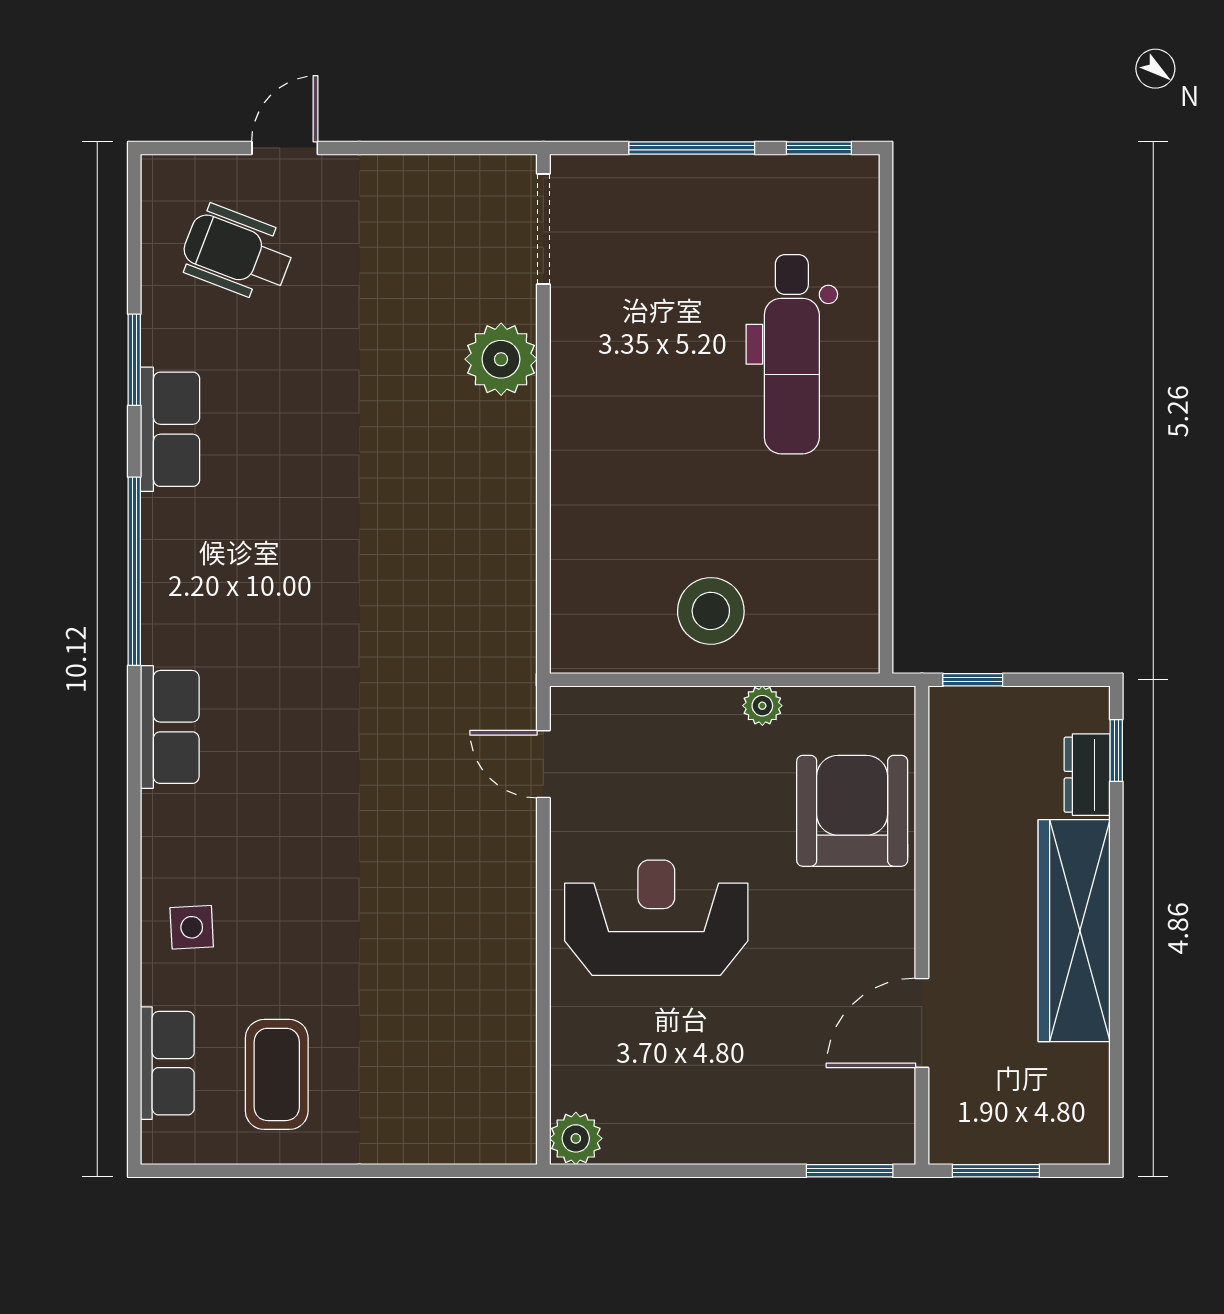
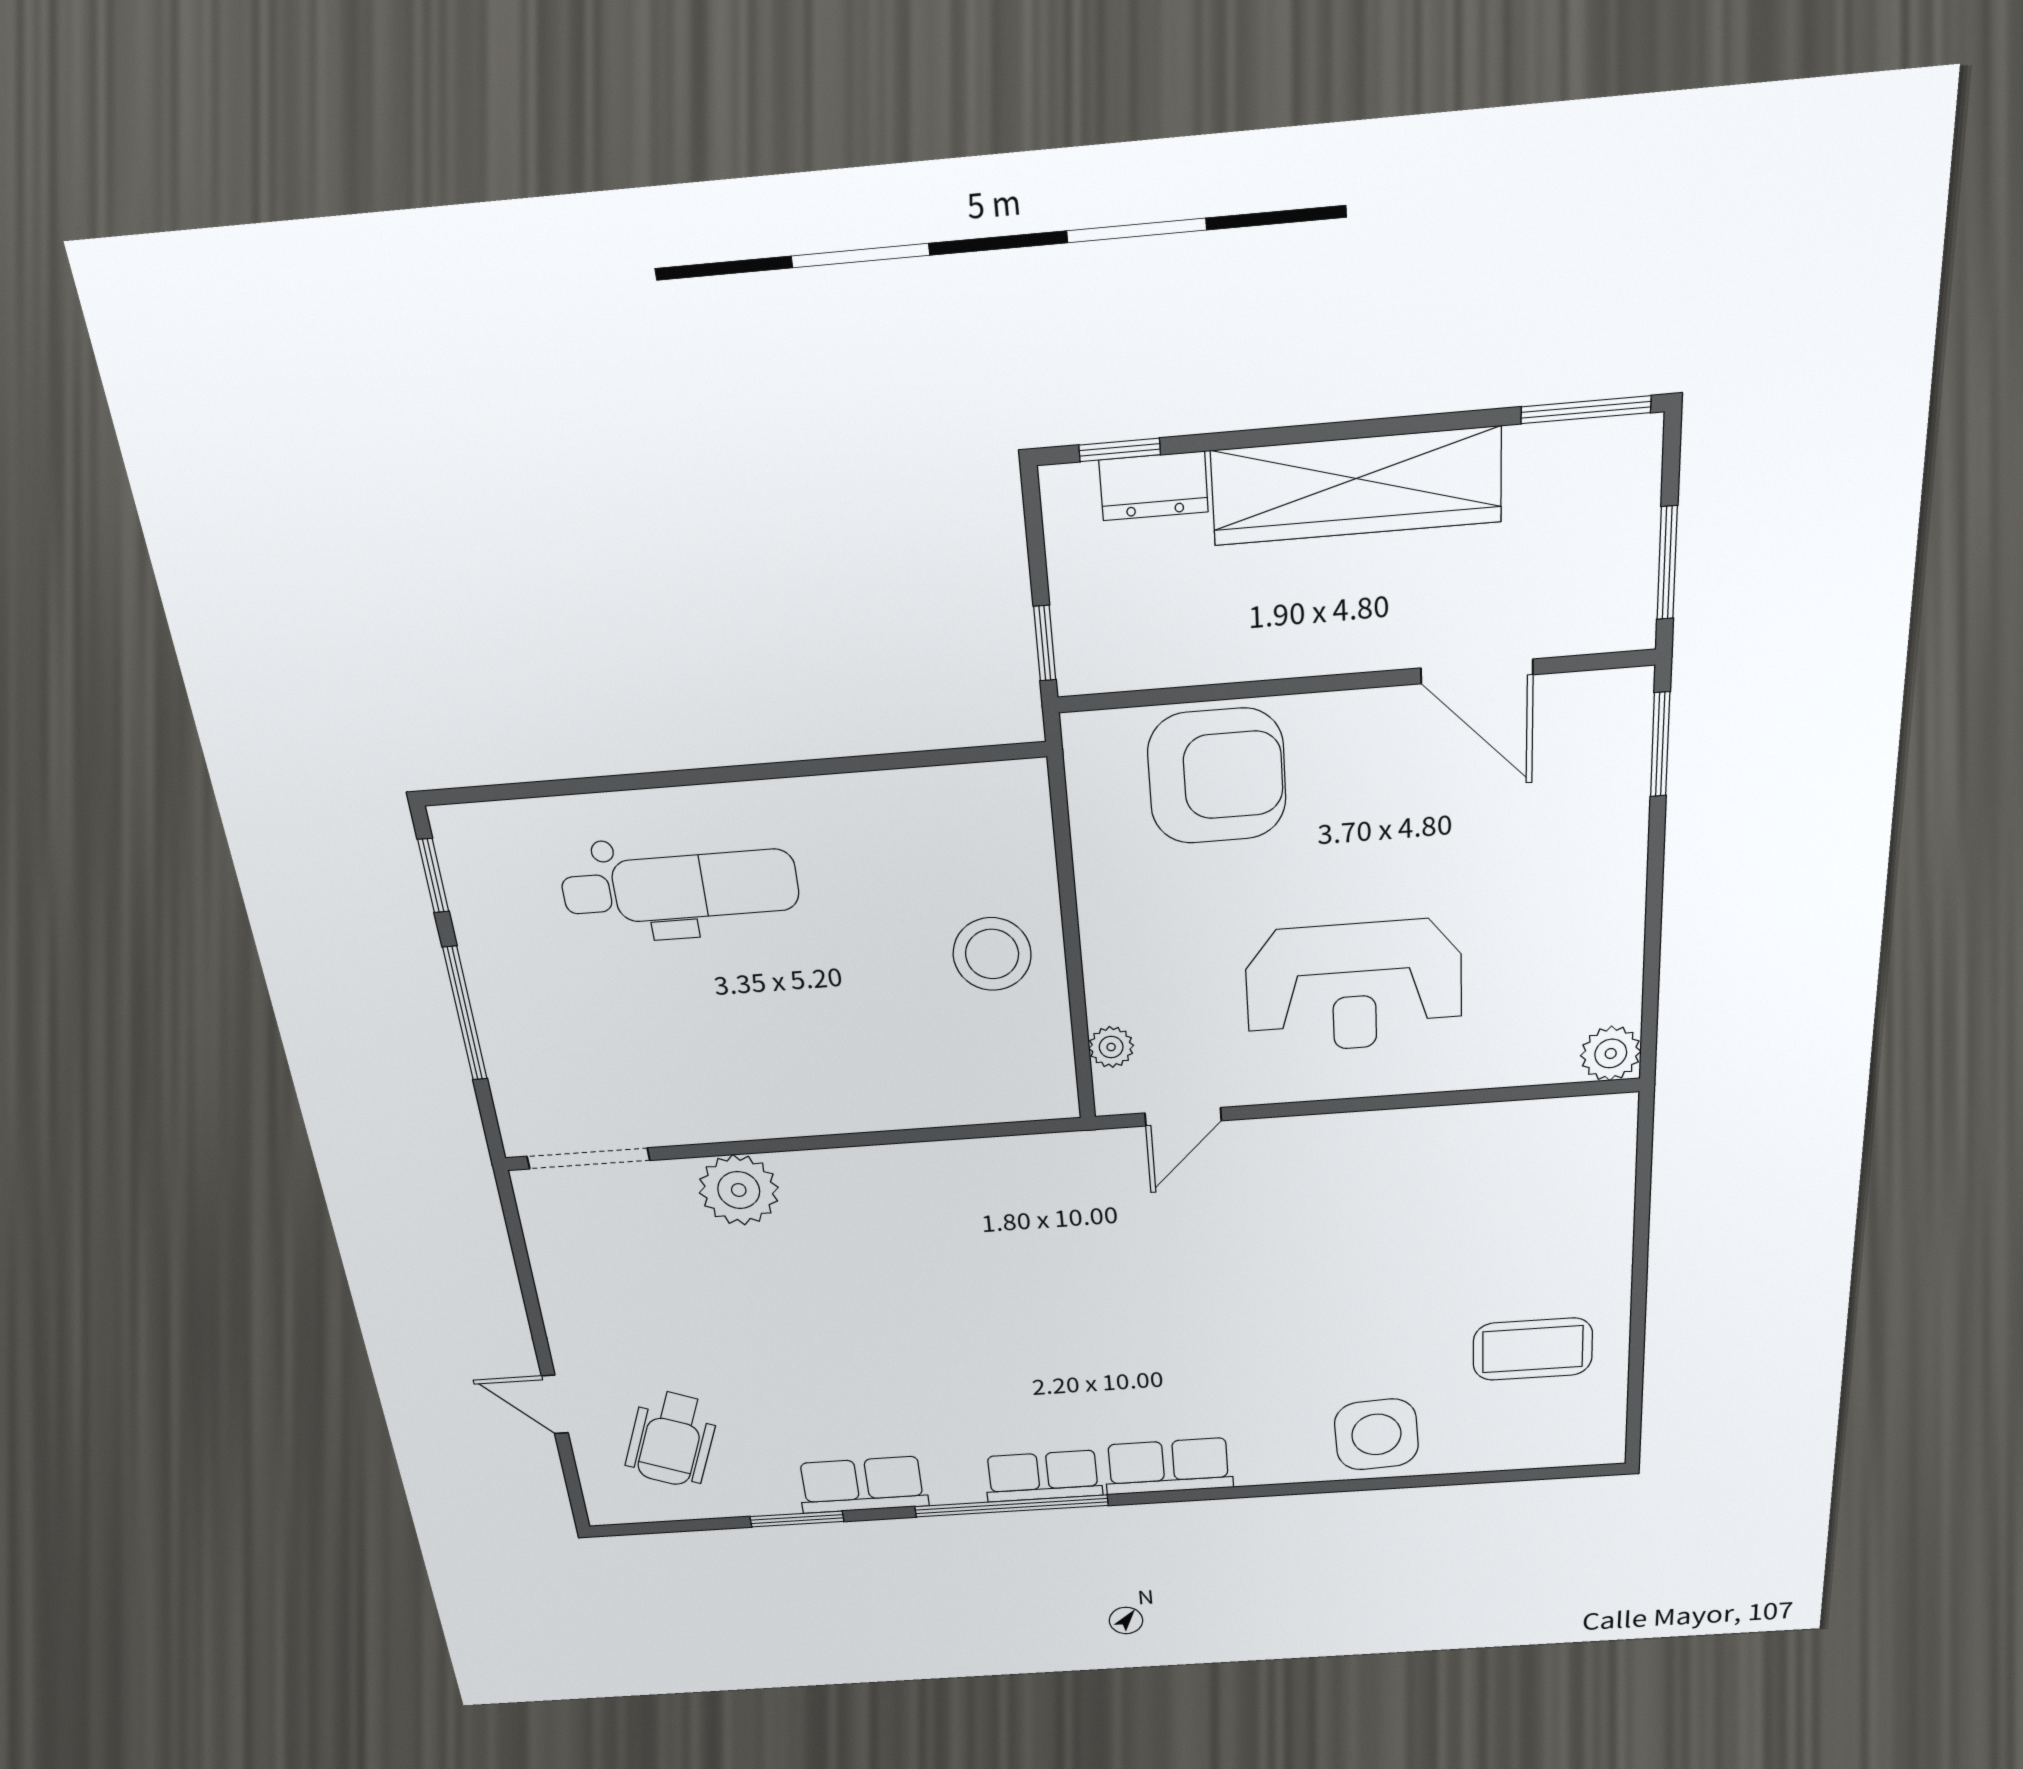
plant: (762, 706) -> (1111, 1047), moved
armchair: (852, 811) -> (1217, 776), turned 180
reception desk: (656, 918) -> (1354, 987), turned -90
side table: (192, 927) -> (1376, 1434), width x1.87, depth x1.87
row of seats: (167, 1063) -> (1043, 1476), moved
window: (1116, 1105) -> (1586, 410), added

